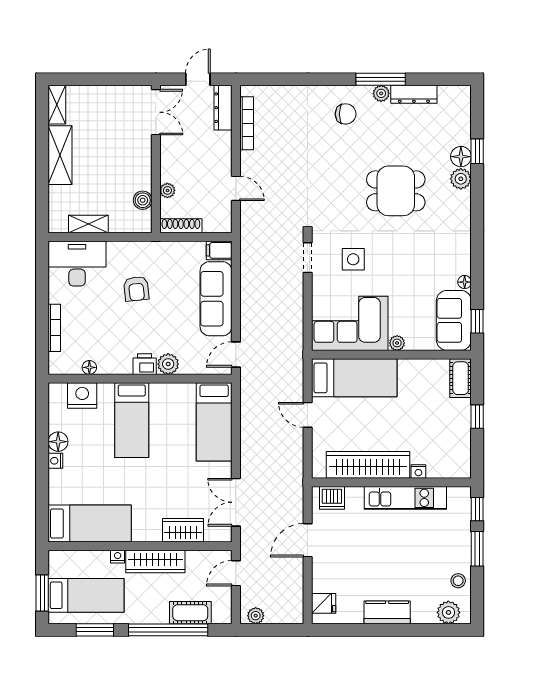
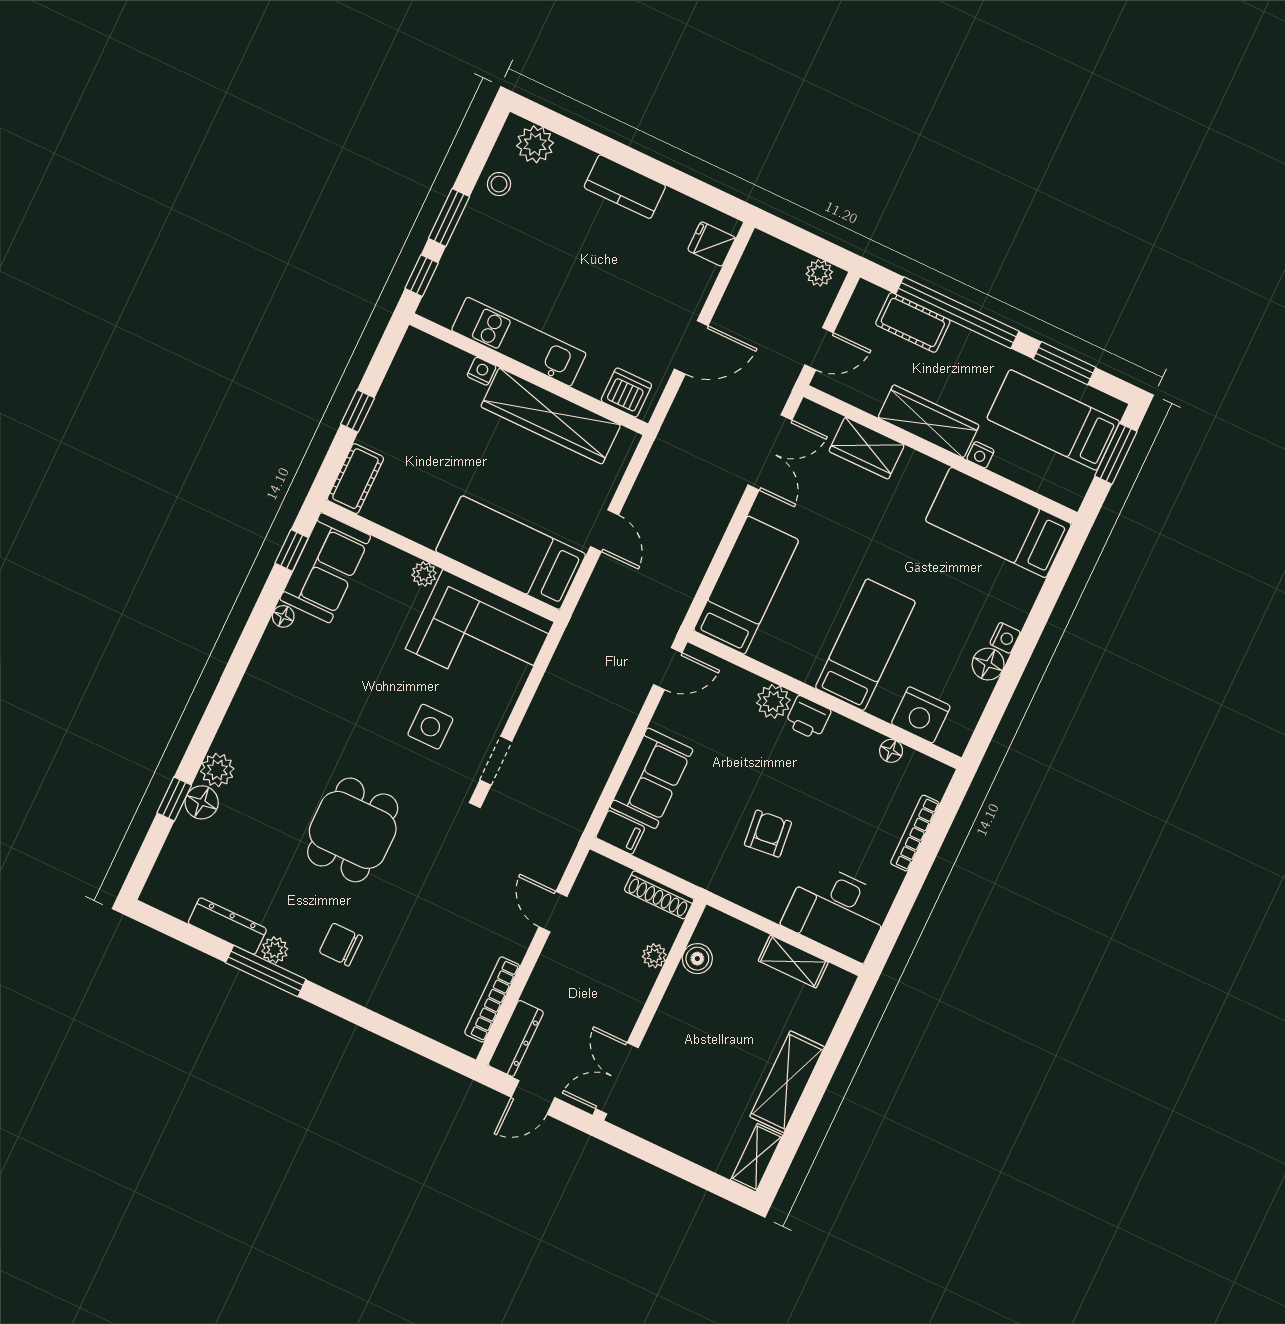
dining table: (396, 191) -> (353, 830), moved, turned 90
sofa: (216, 299) -> (651, 778), width x0.73

